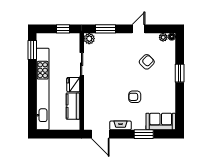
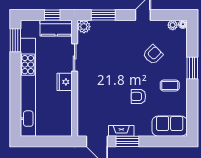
coffee table: (161, 88) -> (170, 85), added
kitchen counter: (73, 106) -> (56, 28), moved, turned -90
window: (144, 134) -> (127, 141), moved

